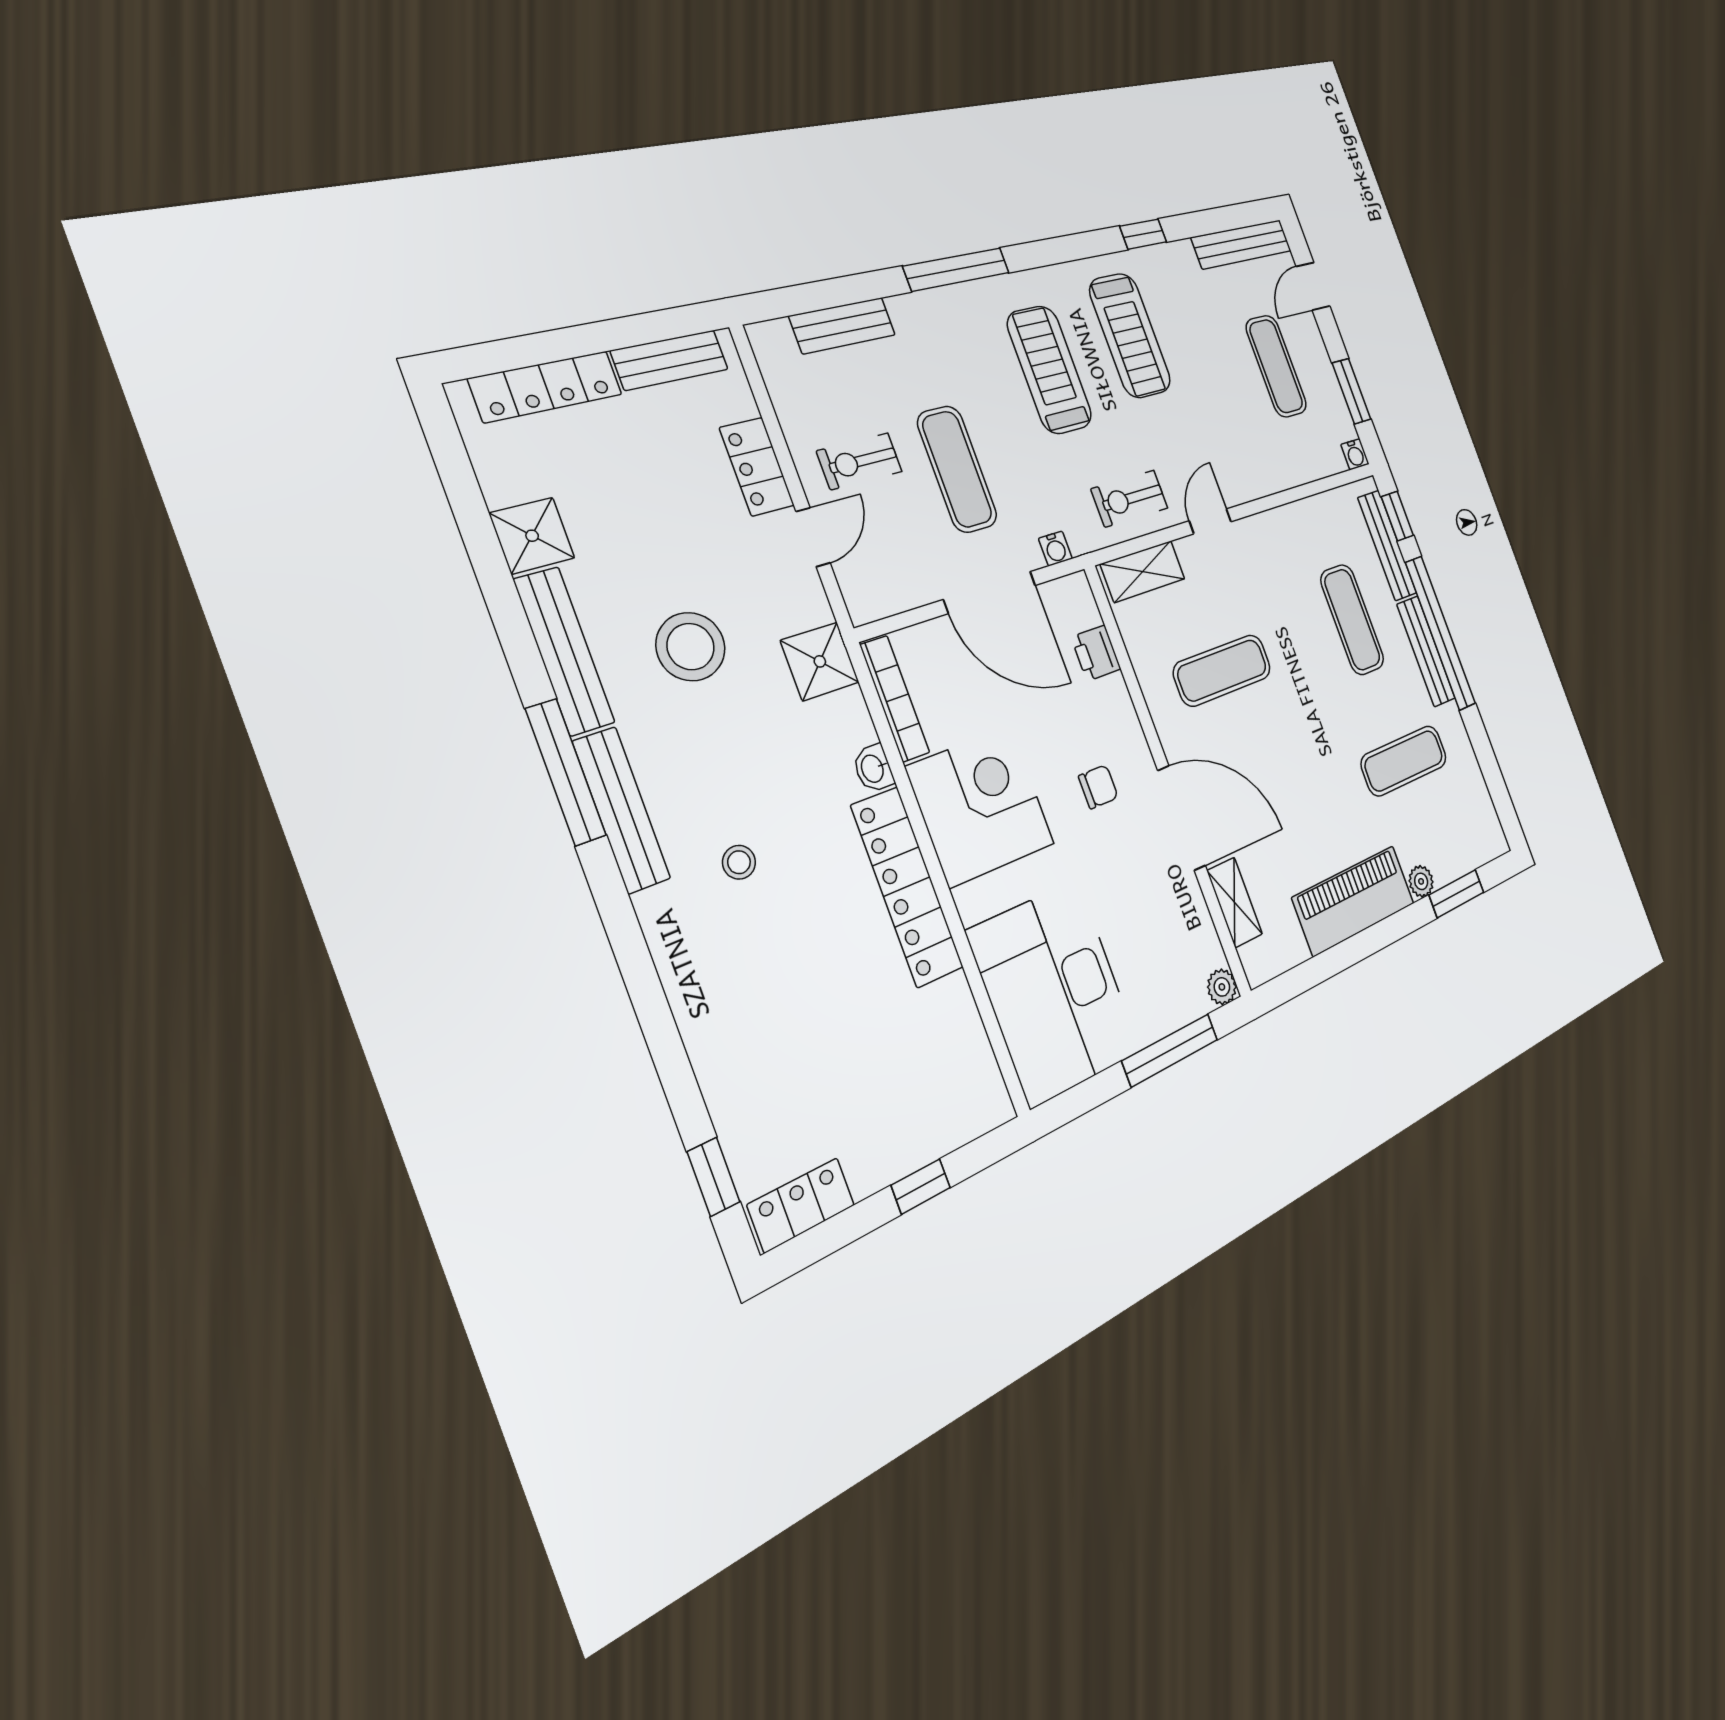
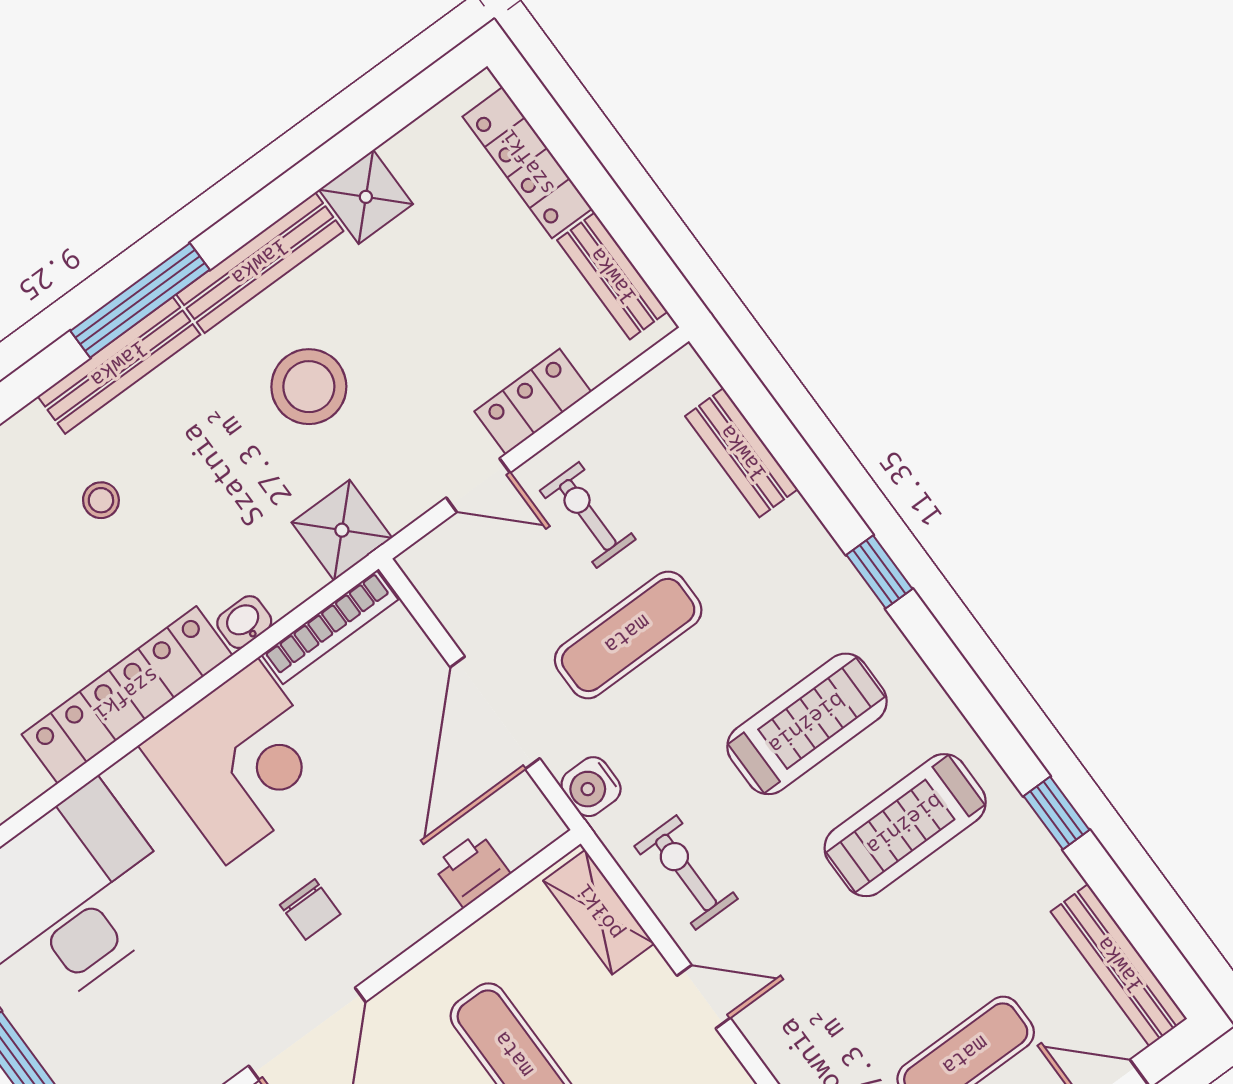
window: (956, 269) -> (879, 572), width x0.46
water cooler: (1055, 549) -> (591, 787), width x1.38, depth x1.38

